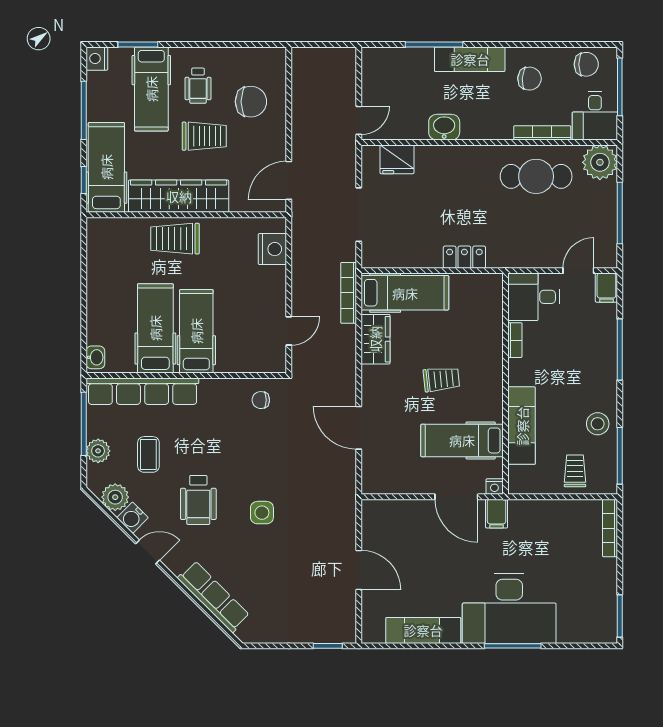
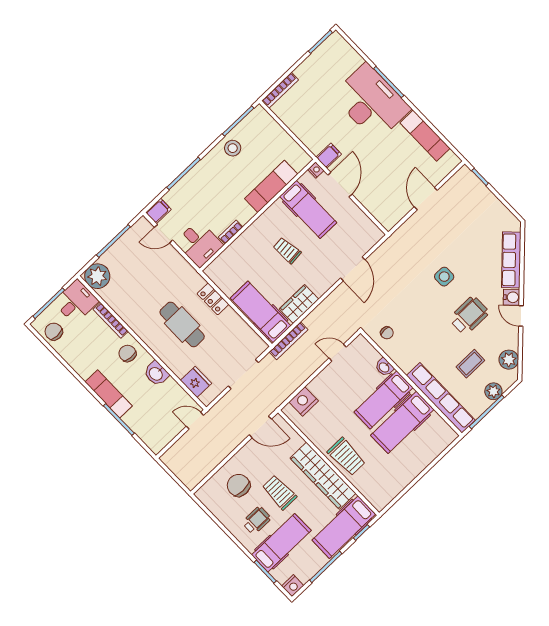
chair: (529, 79) -> (127, 353), moved
cafe table: (536, 176) -> (182, 324), moved
washbasin: (95, 357) -> (384, 367), moved, turned -90
trolley: (575, 471) -> (268, 137), removed
water cooler: (132, 518) -> (512, 297), moved

